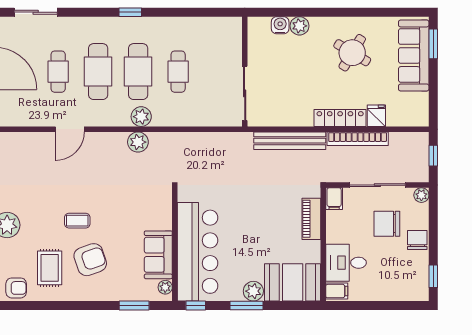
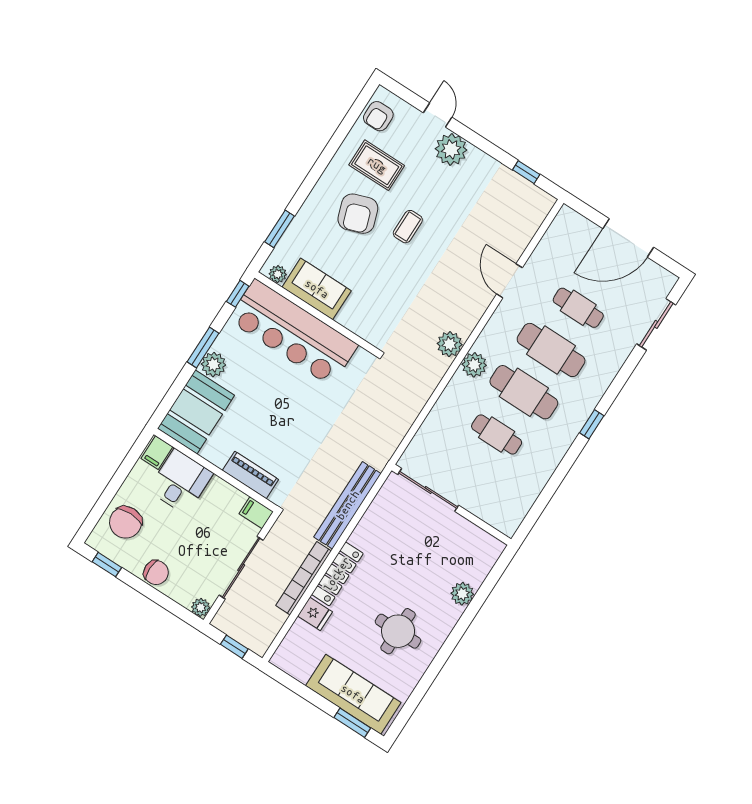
water cooler: (280, 25) -> (476, 574), removed
round table: (352, 53) -> (398, 631), turned -31
chair: (387, 224) -> (126, 522), moved, turned 180

